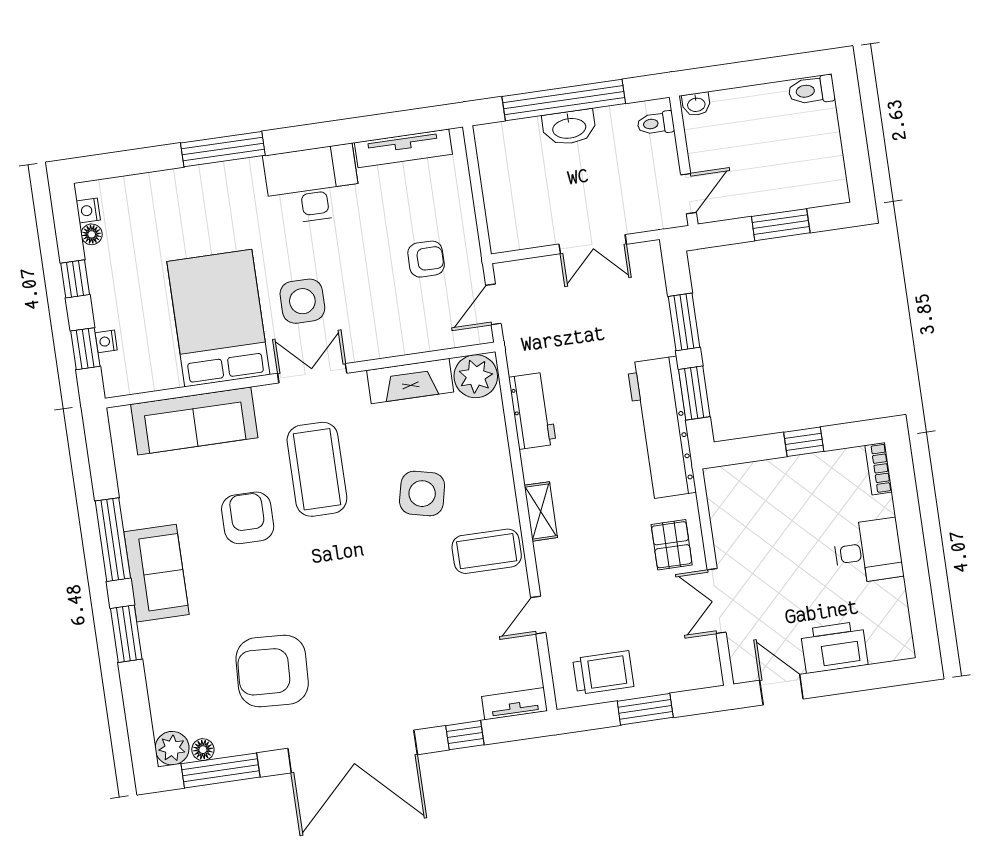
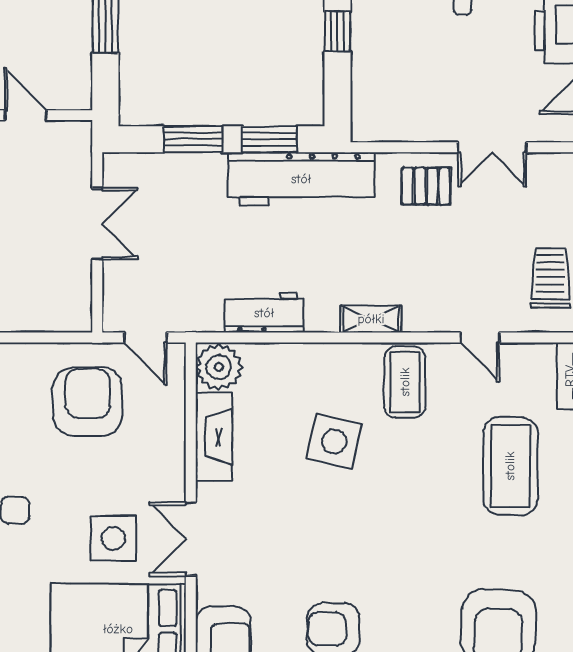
door: (688, 194) -> (26, 115), moved
armchair: (426, 259) -> (88, 402), width x1.88, depth x1.88
coffee table: (317, 469) -> (510, 466), moved, turned 90

